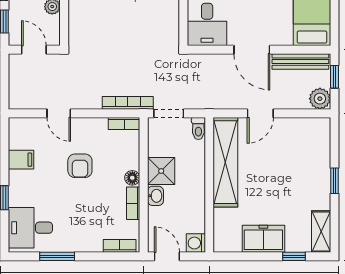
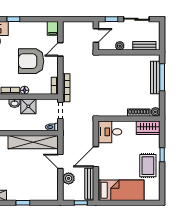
plant: (320, 99) -> (69, 178), moved
filing cabinet: (21, 160) -> (53, 28), moved
armchair: (80, 166) -> (31, 61), width x1.88, depth x1.88

